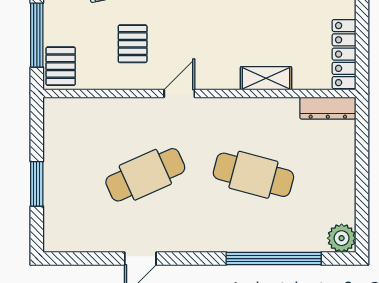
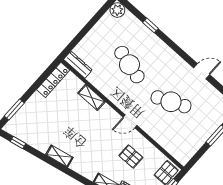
pallet: (133, 44) -> (131, 157), turned 90
window: (274, 259) -> (150, 25), width x0.32

